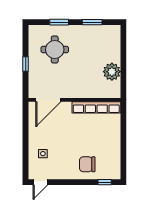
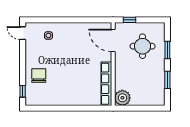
door: (48, 100) -> (113, 40), moved
wall: (74, 100) -> (113, 64), moved
row of seats: (96, 107) -> (106, 84), moved

